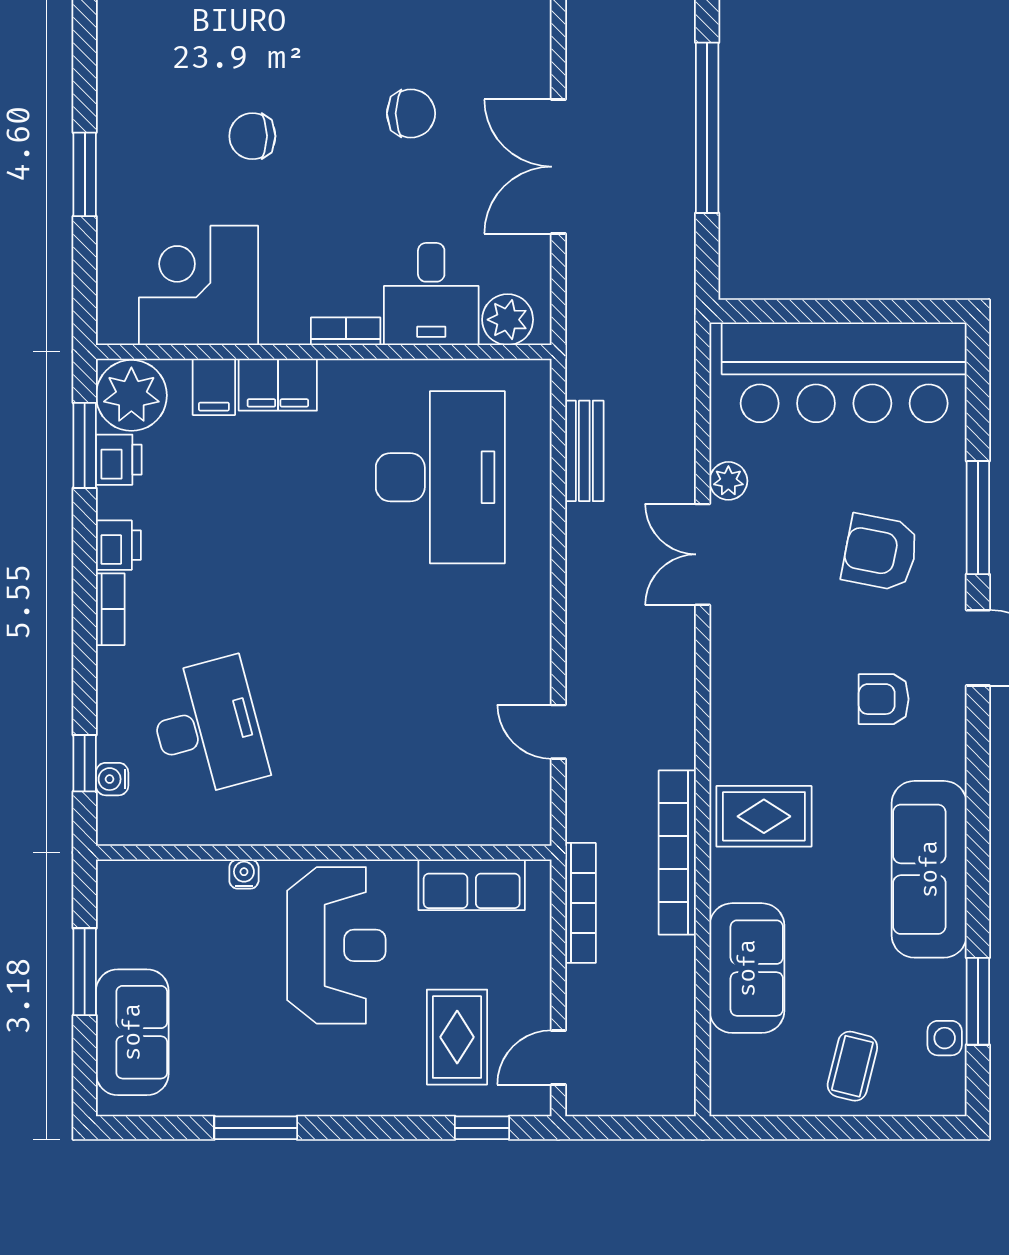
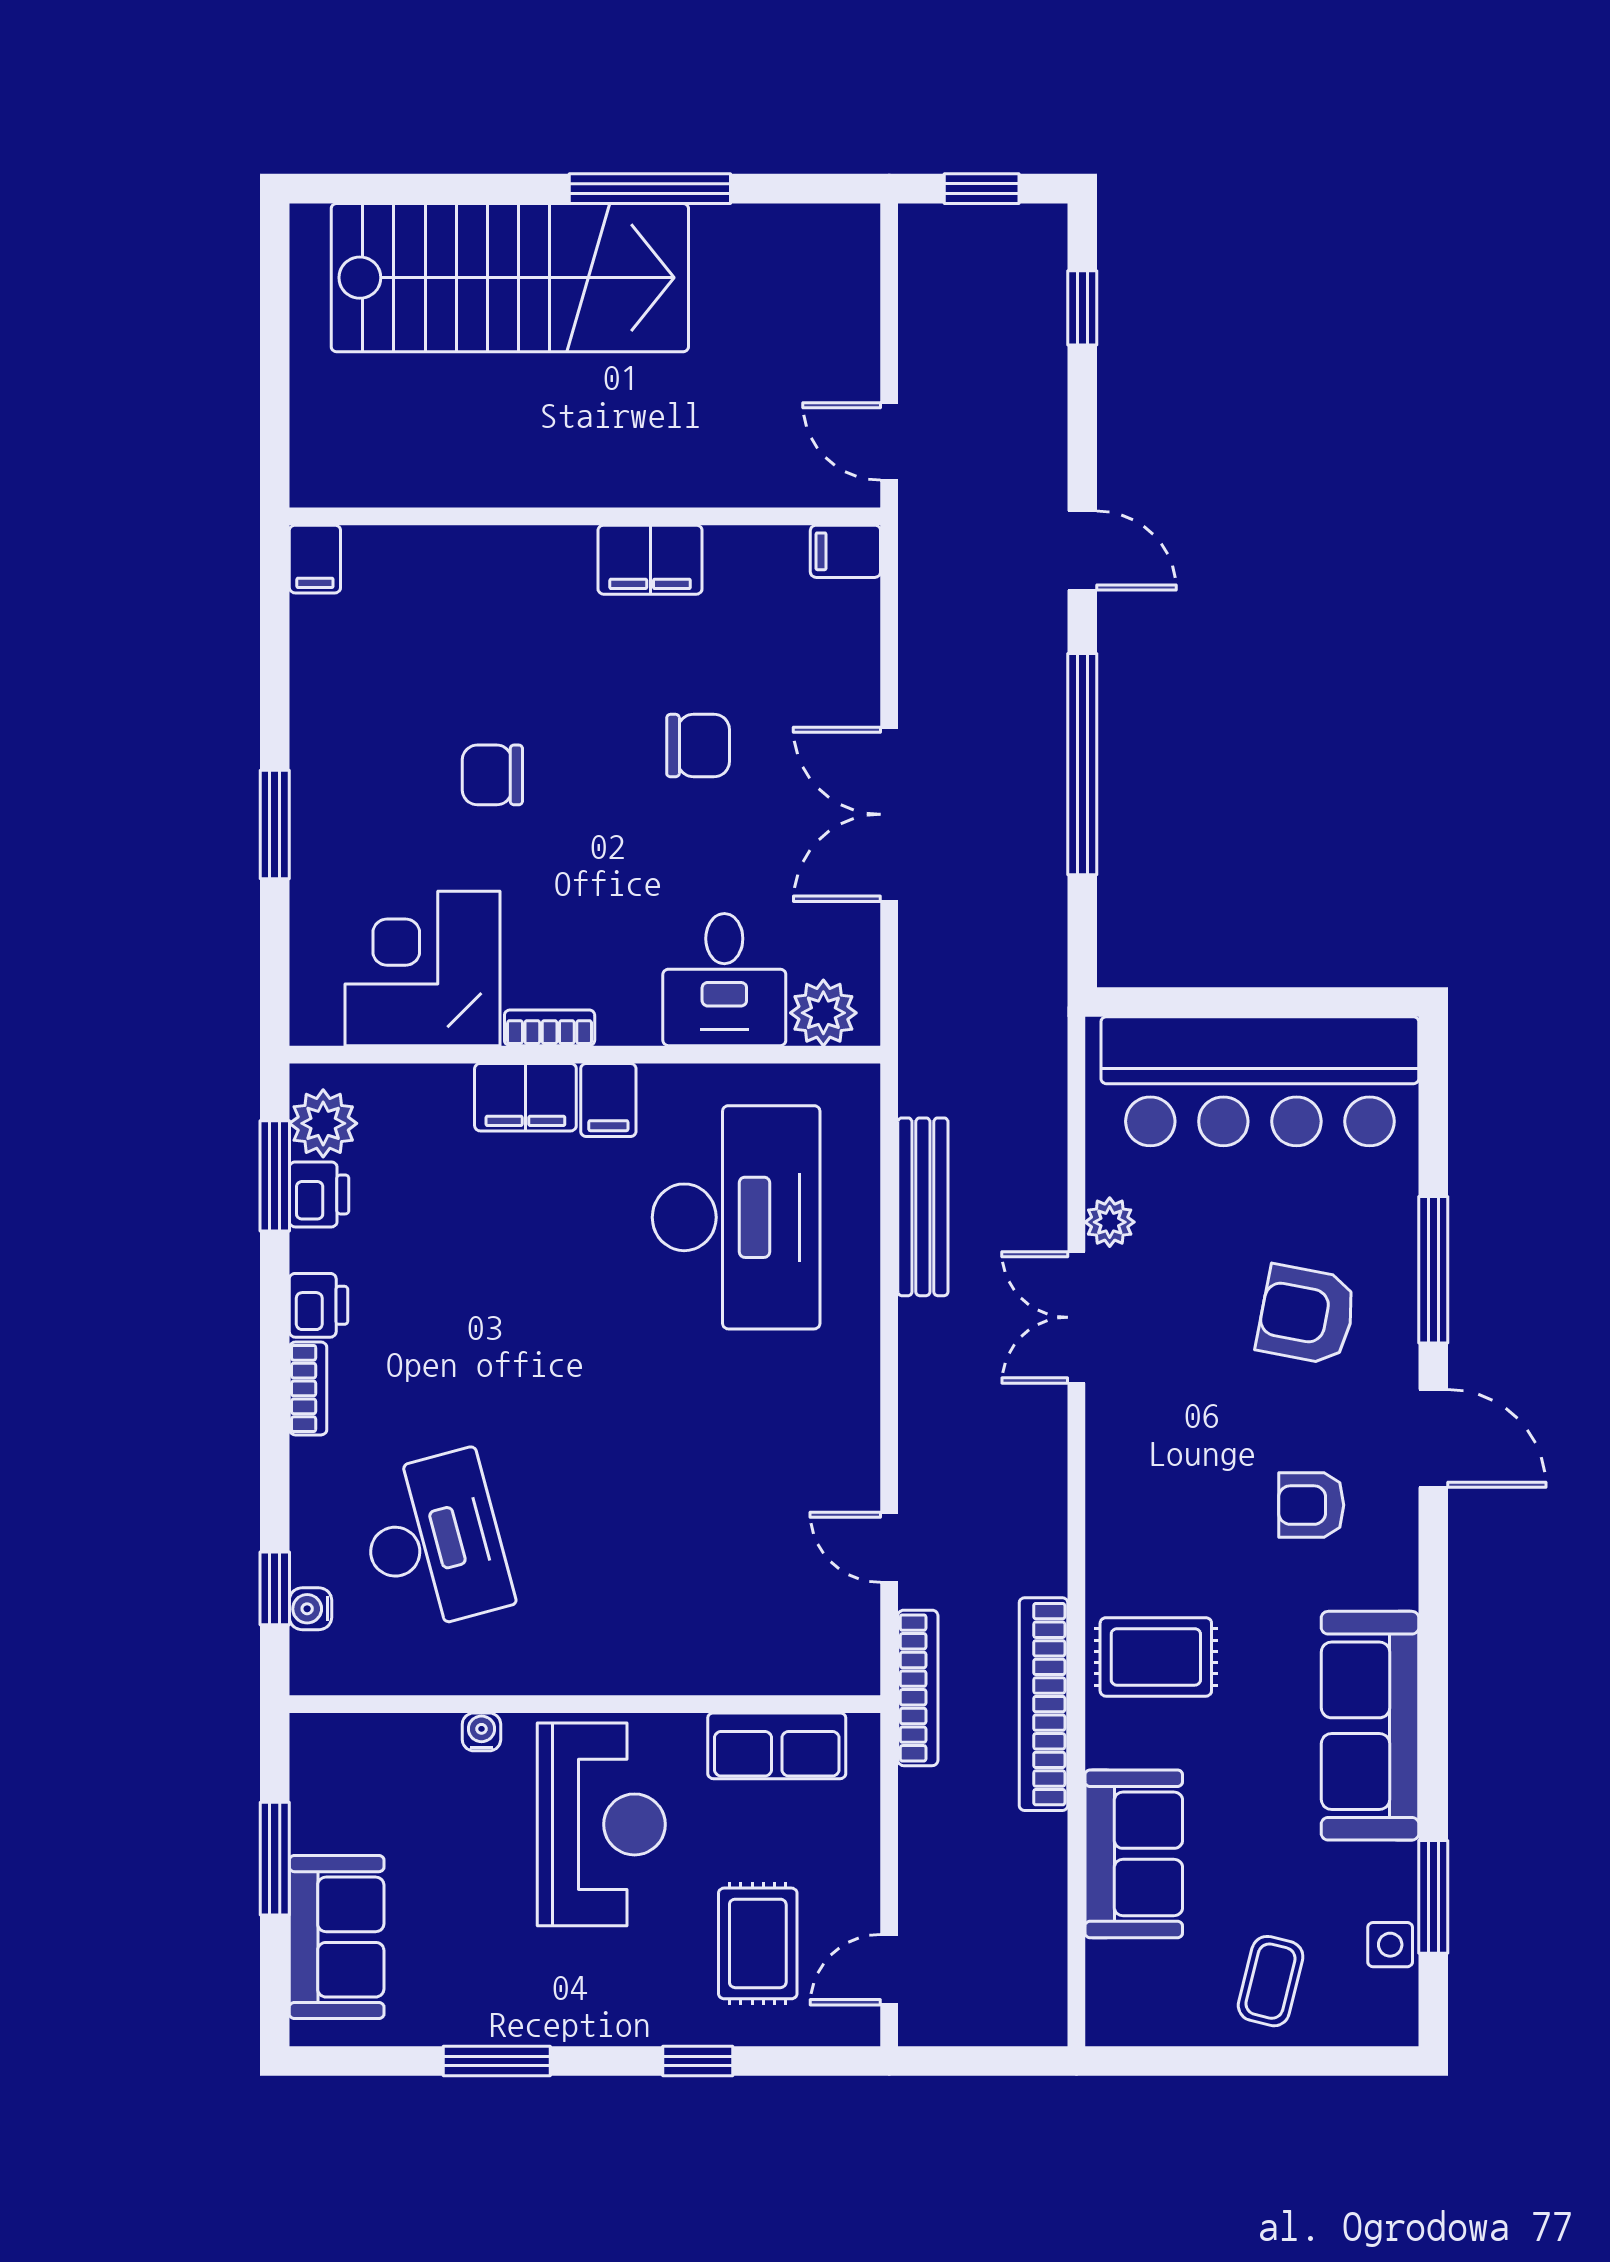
bookcase: (346, 331) -> (550, 1028), moved
filing cabinet: (214, 387) -> (608, 1100), moved
plant: (131, 395) -> (323, 1123), width x0.73, depth x0.73
bench: (584, 451) -> (923, 1207), width x1.36
bookcase: (580, 903) -> (918, 1688), moved
window: (482, 1128) -> (698, 2061), moved

